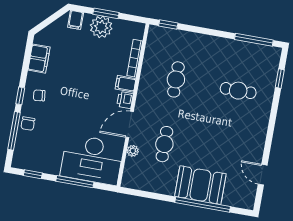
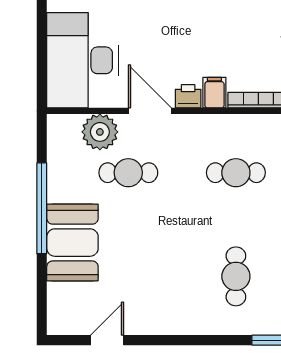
plant: (133, 151) -> (100, 132), width x1.87, depth x1.87
window: (75, 182) -> (42, 39), removed
window: (203, 204) -> (42, 208), moved

